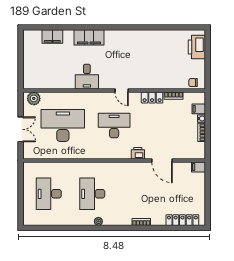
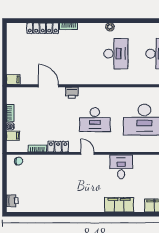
printer: (197, 47) -> (12, 201), width x0.53, depth x0.68
locker: (182, 220) -> (43, 28), moved

